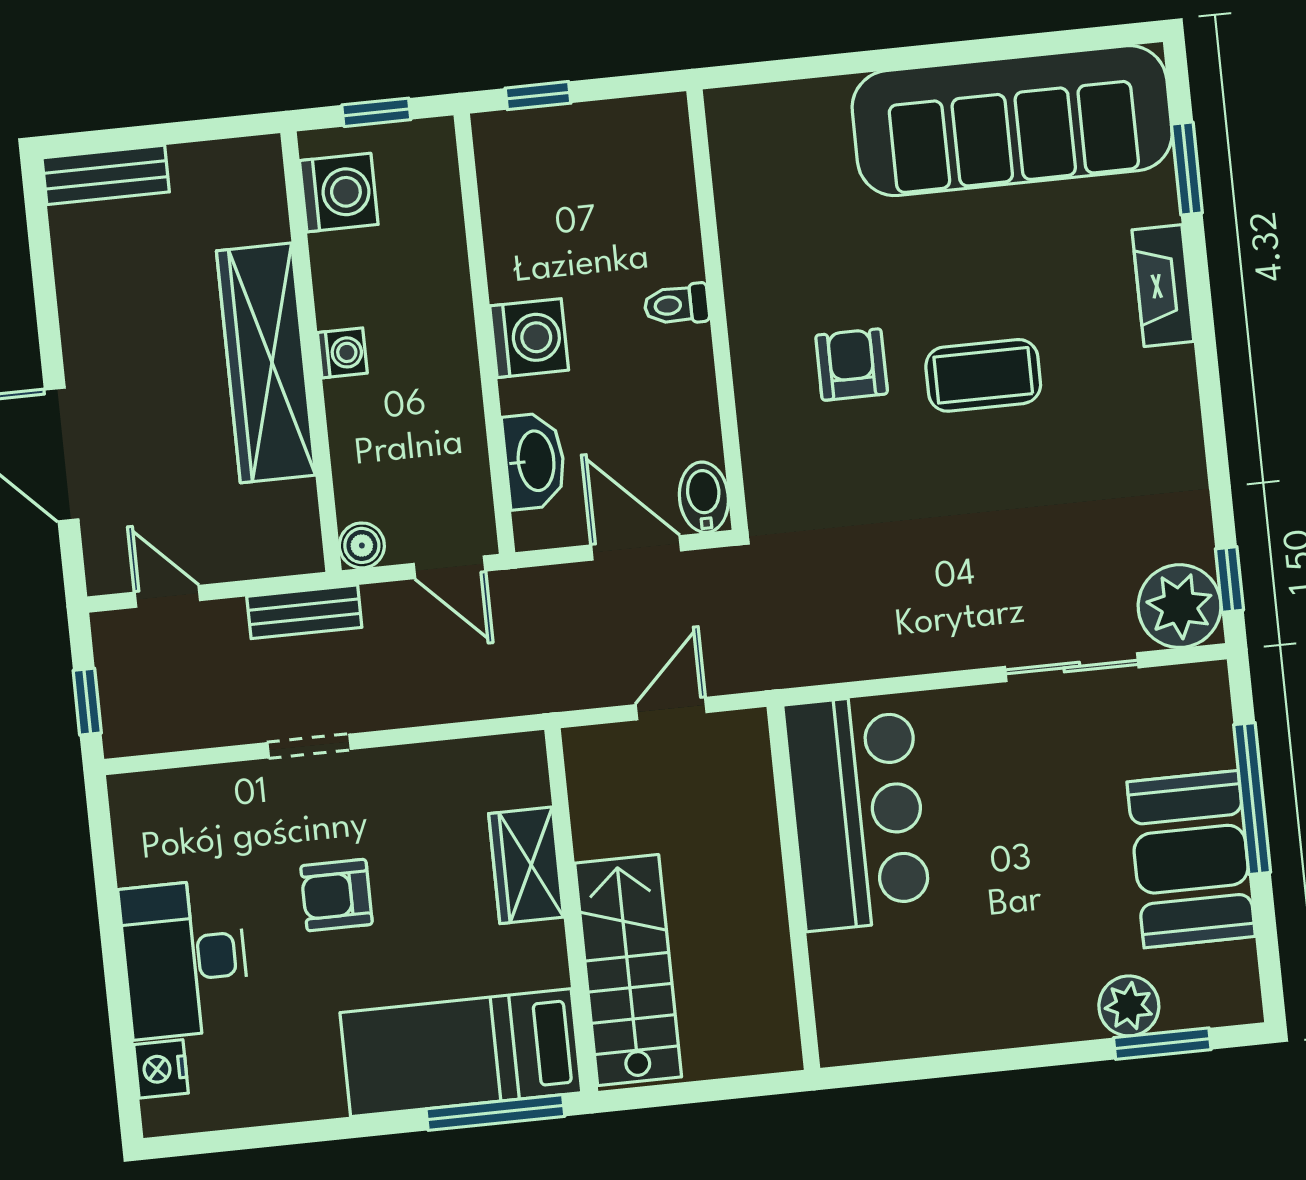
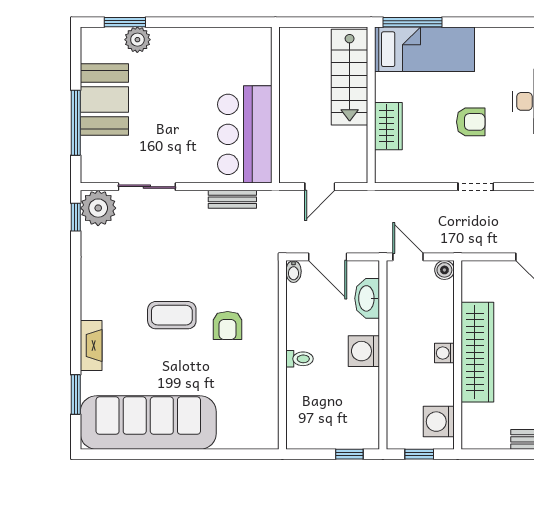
bidet: (704, 497) -> (294, 271), width x0.72, depth x0.74
bench: (304, 612) -> (232, 199), moved

